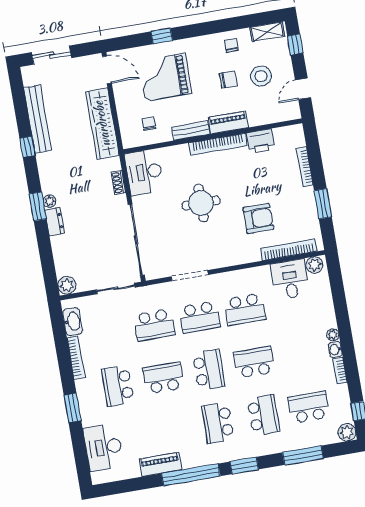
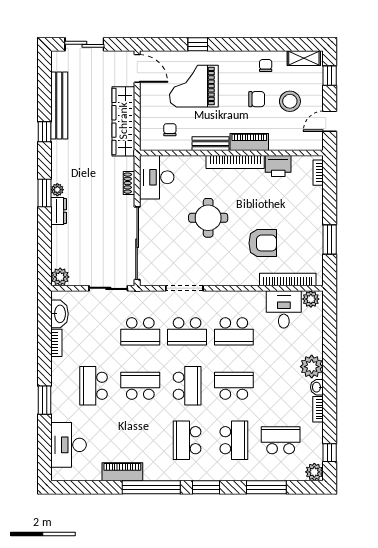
bookcase: (305, 167) -> (318, 173), moved, width x0.64
plant: (333, 335) -> (312, 367), width x1.87, depth x1.87
bookcase: (76, 358) -> (56, 343), width x0.64

